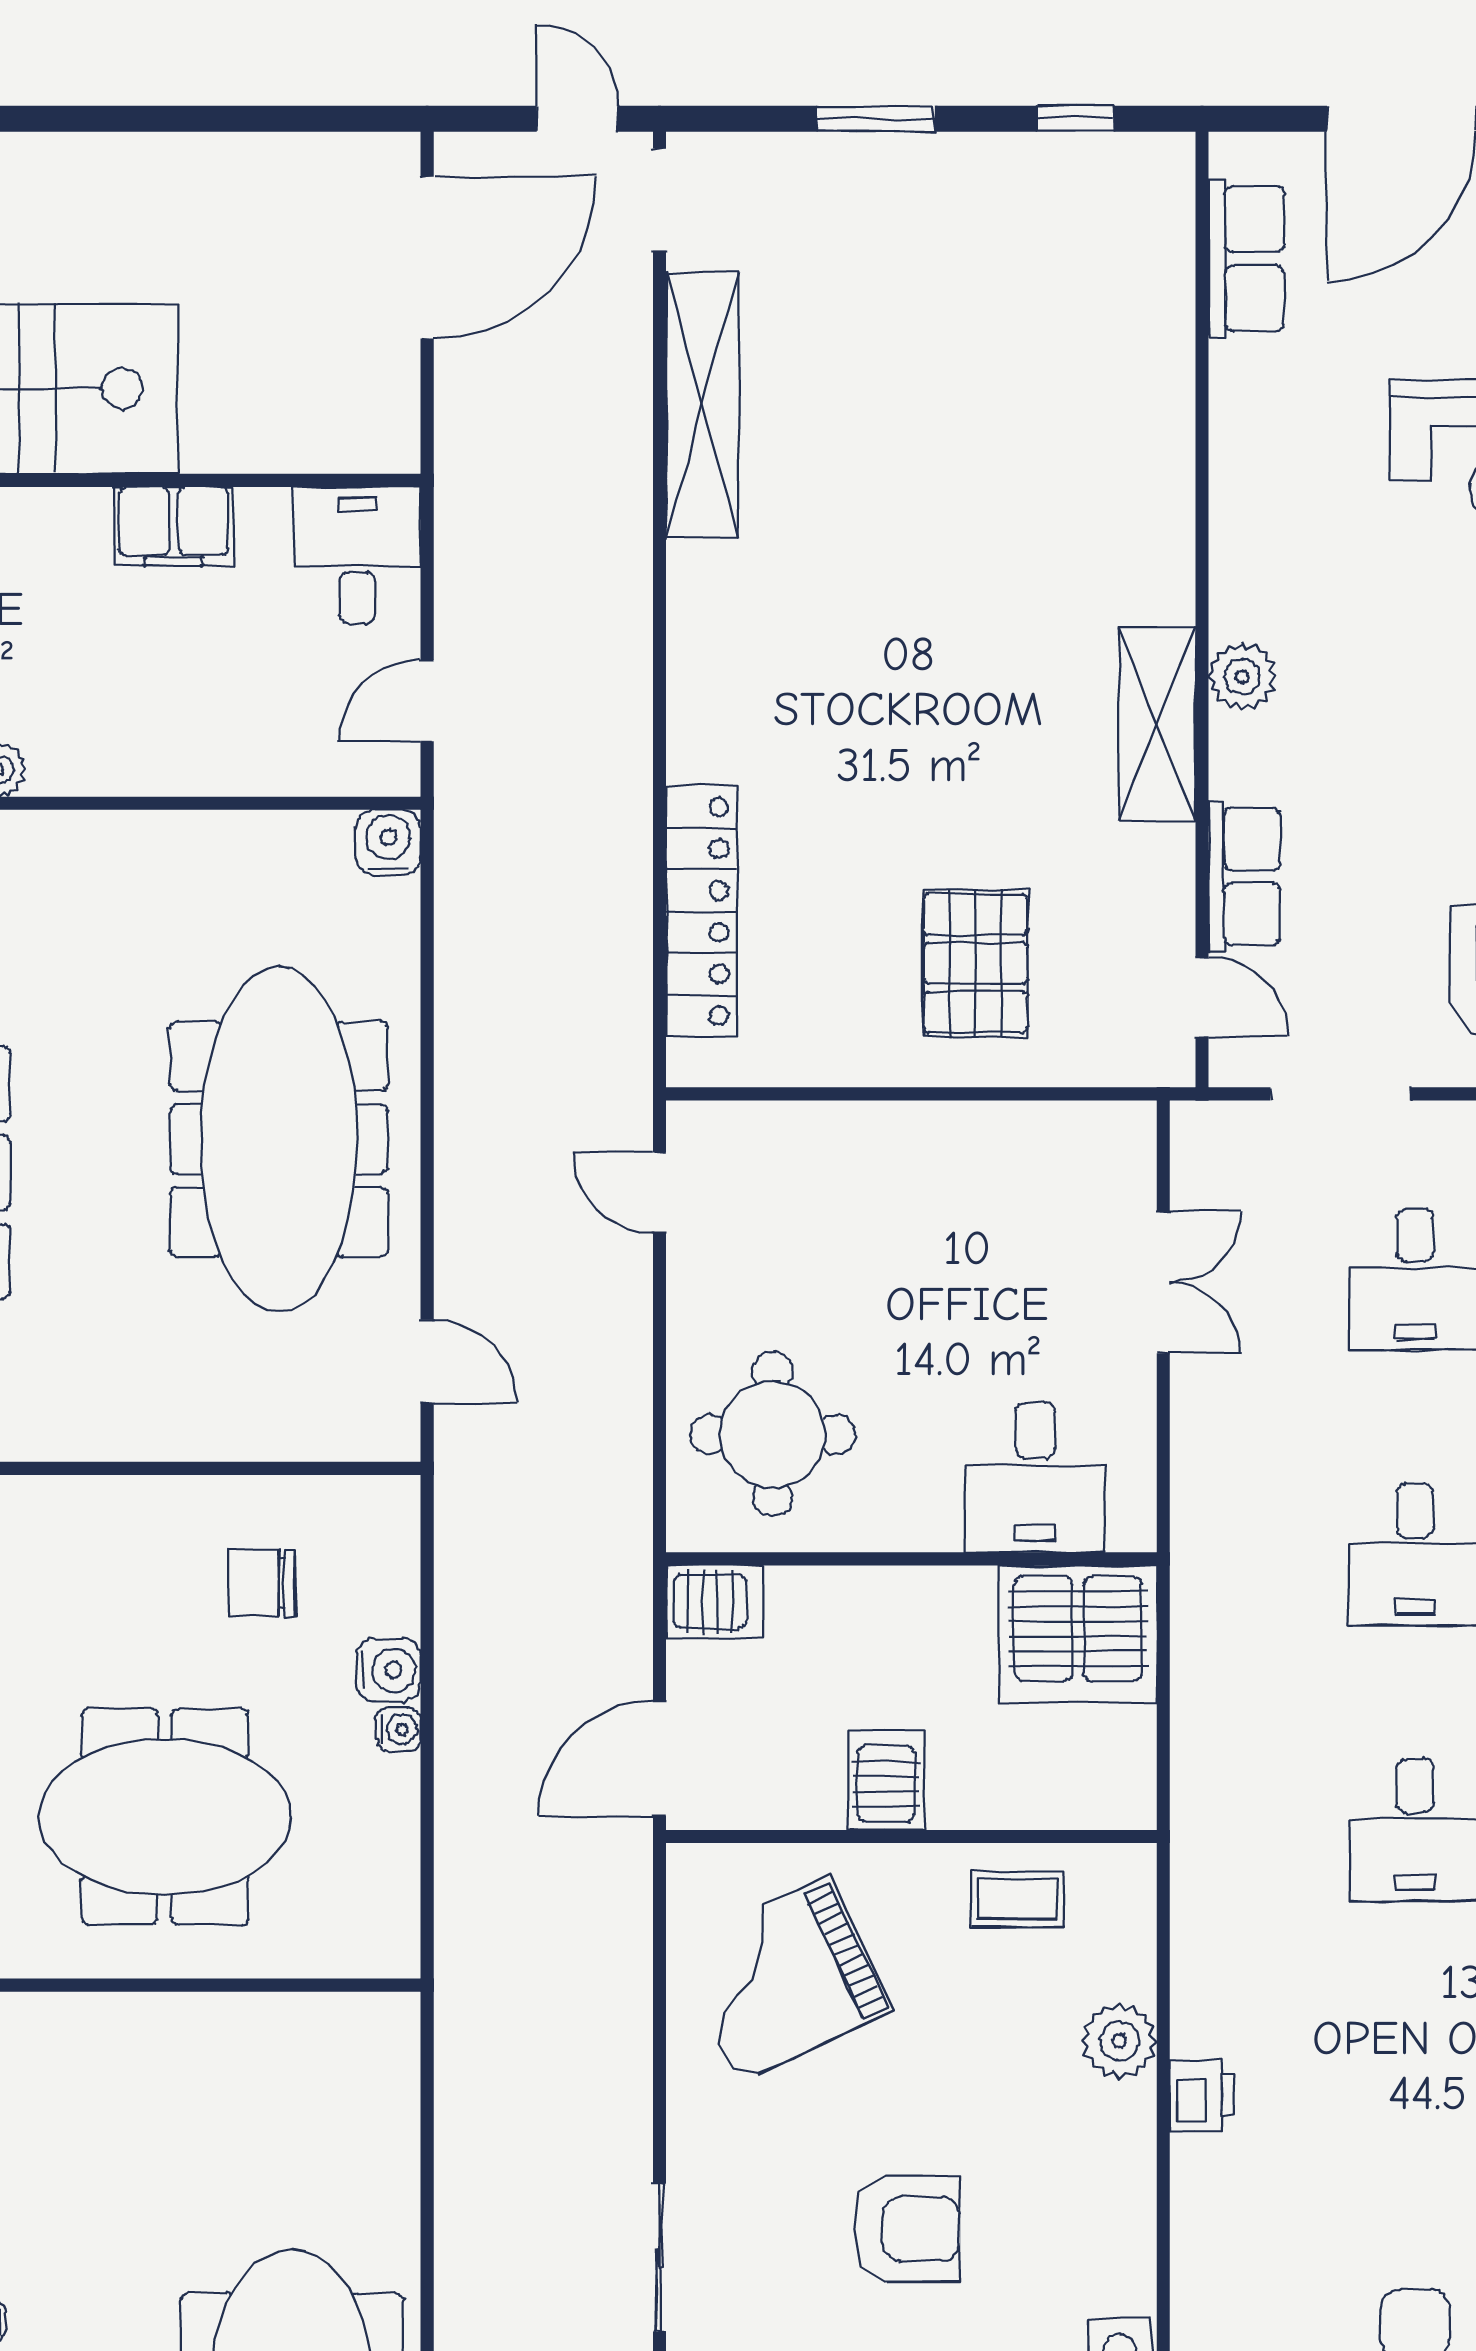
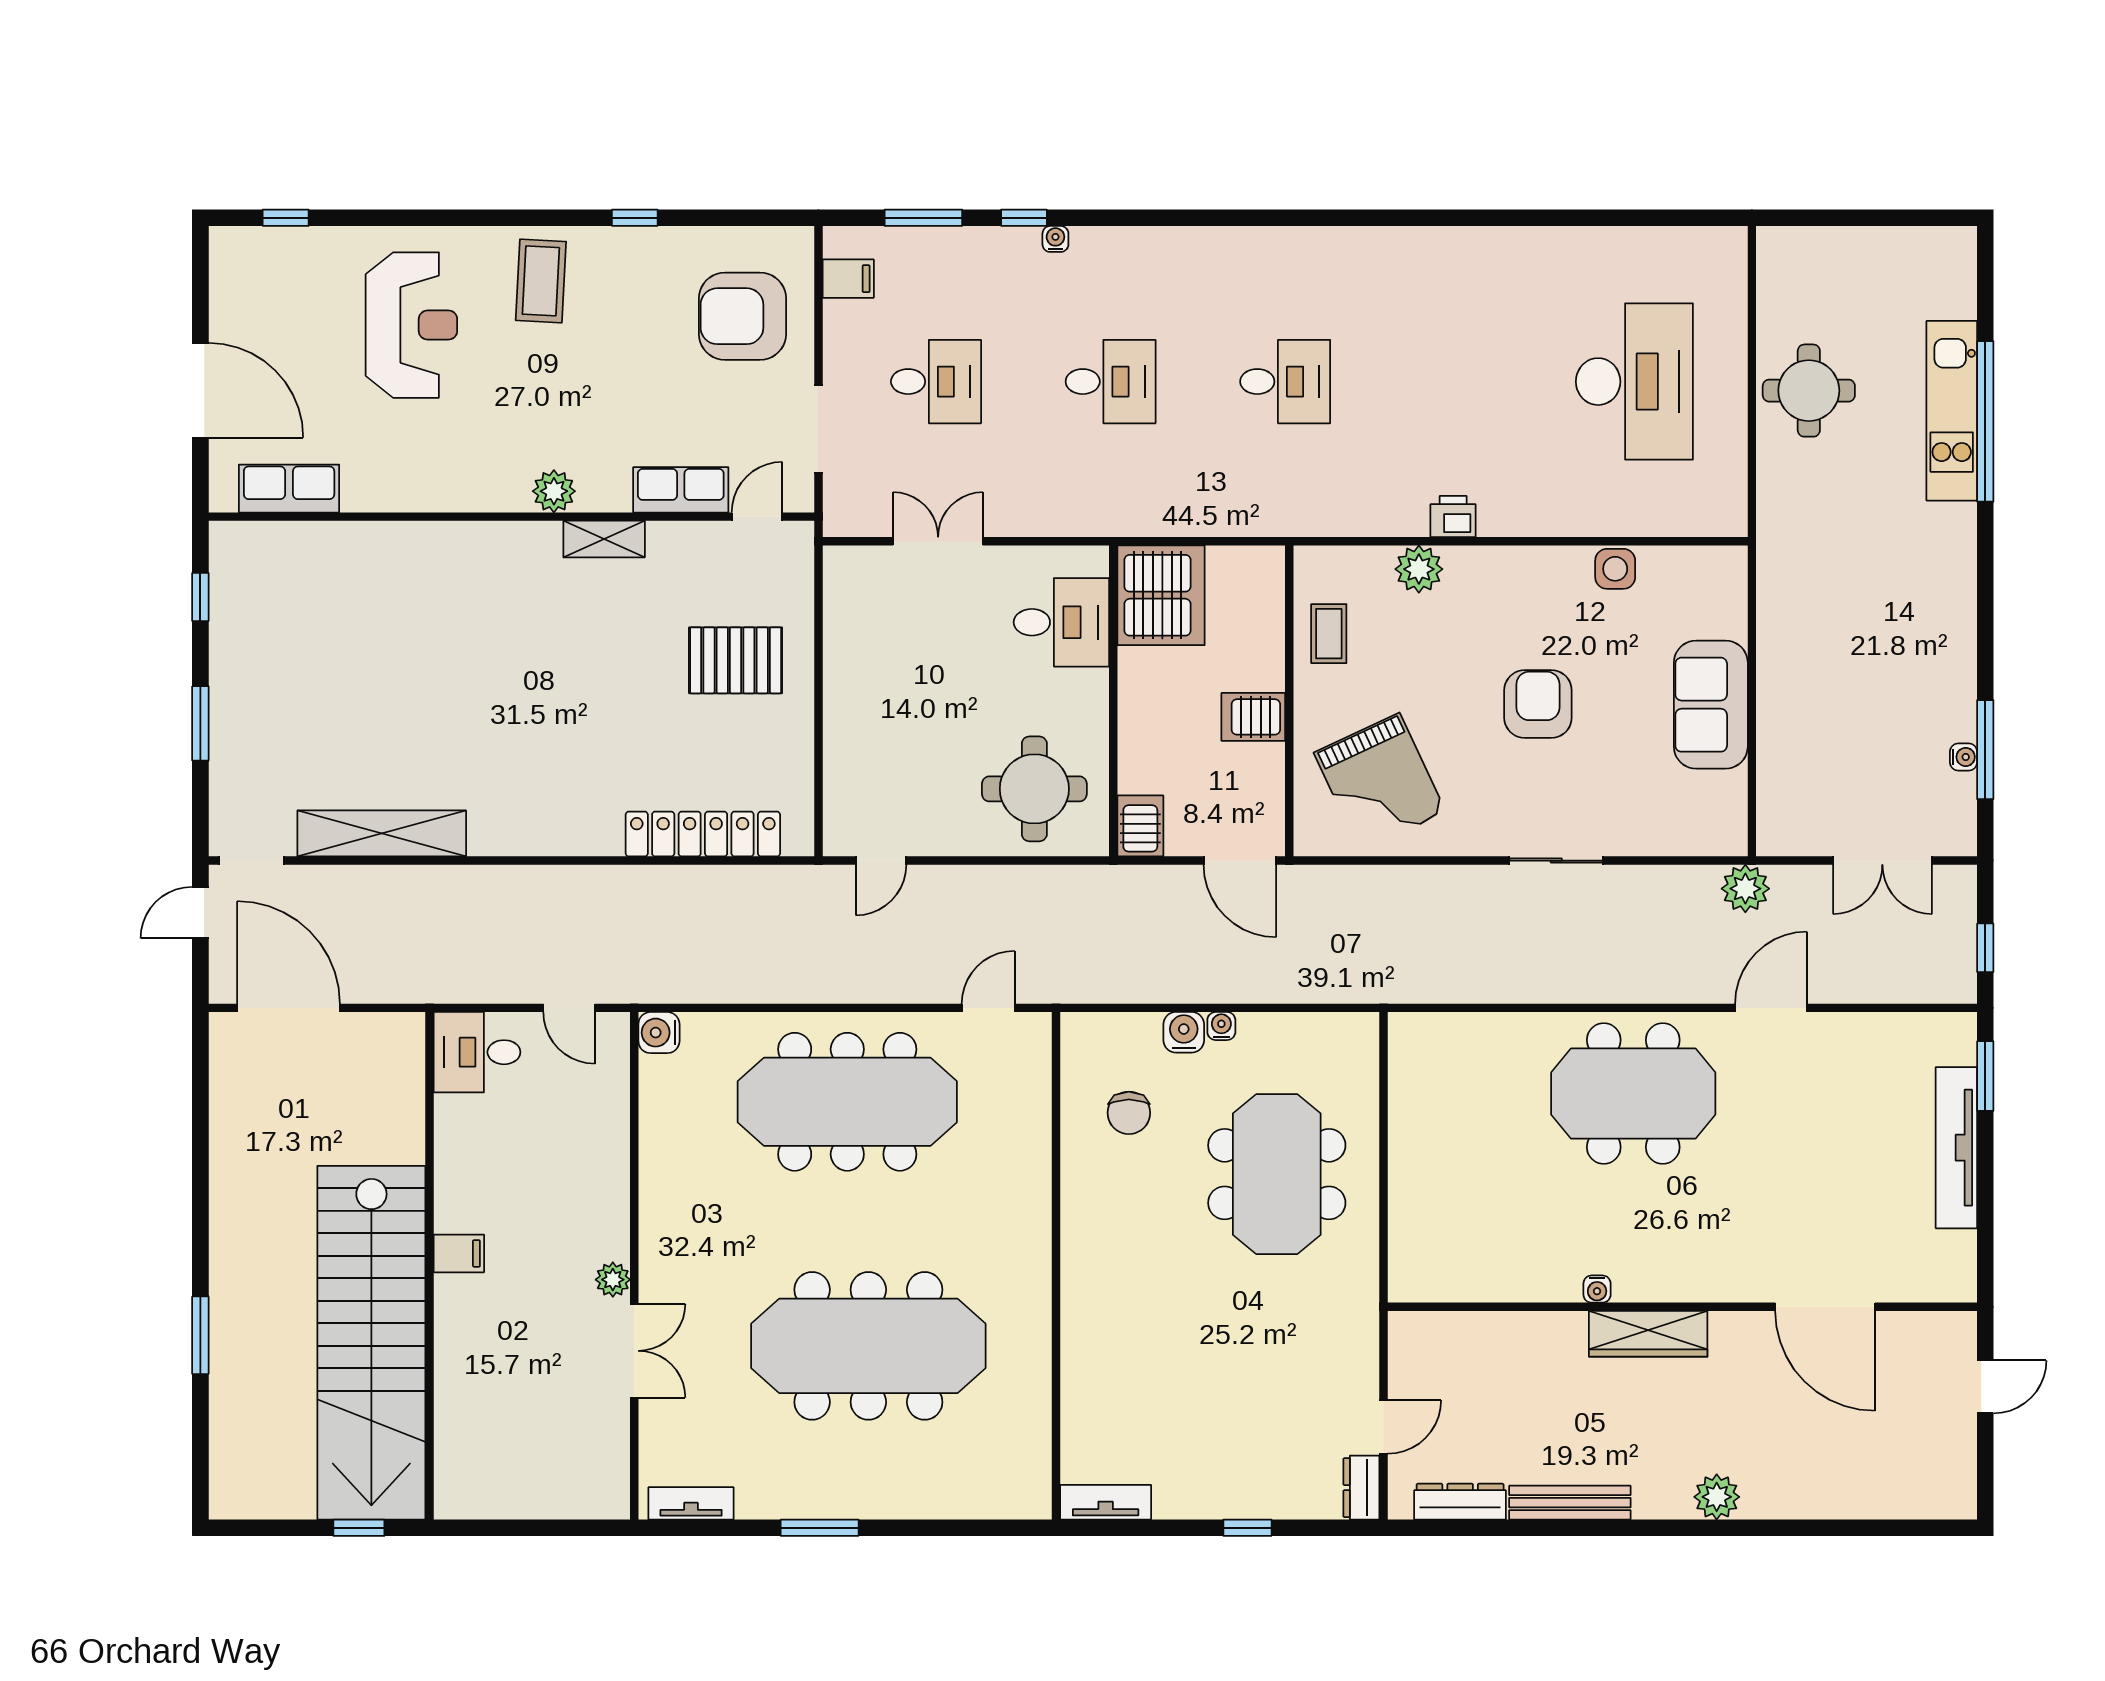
filing cabinet: (174, 527) -> (459, 1253), moved, width x0.50
shelving: (1157, 723) -> (604, 539), width x0.67, depth x0.75

